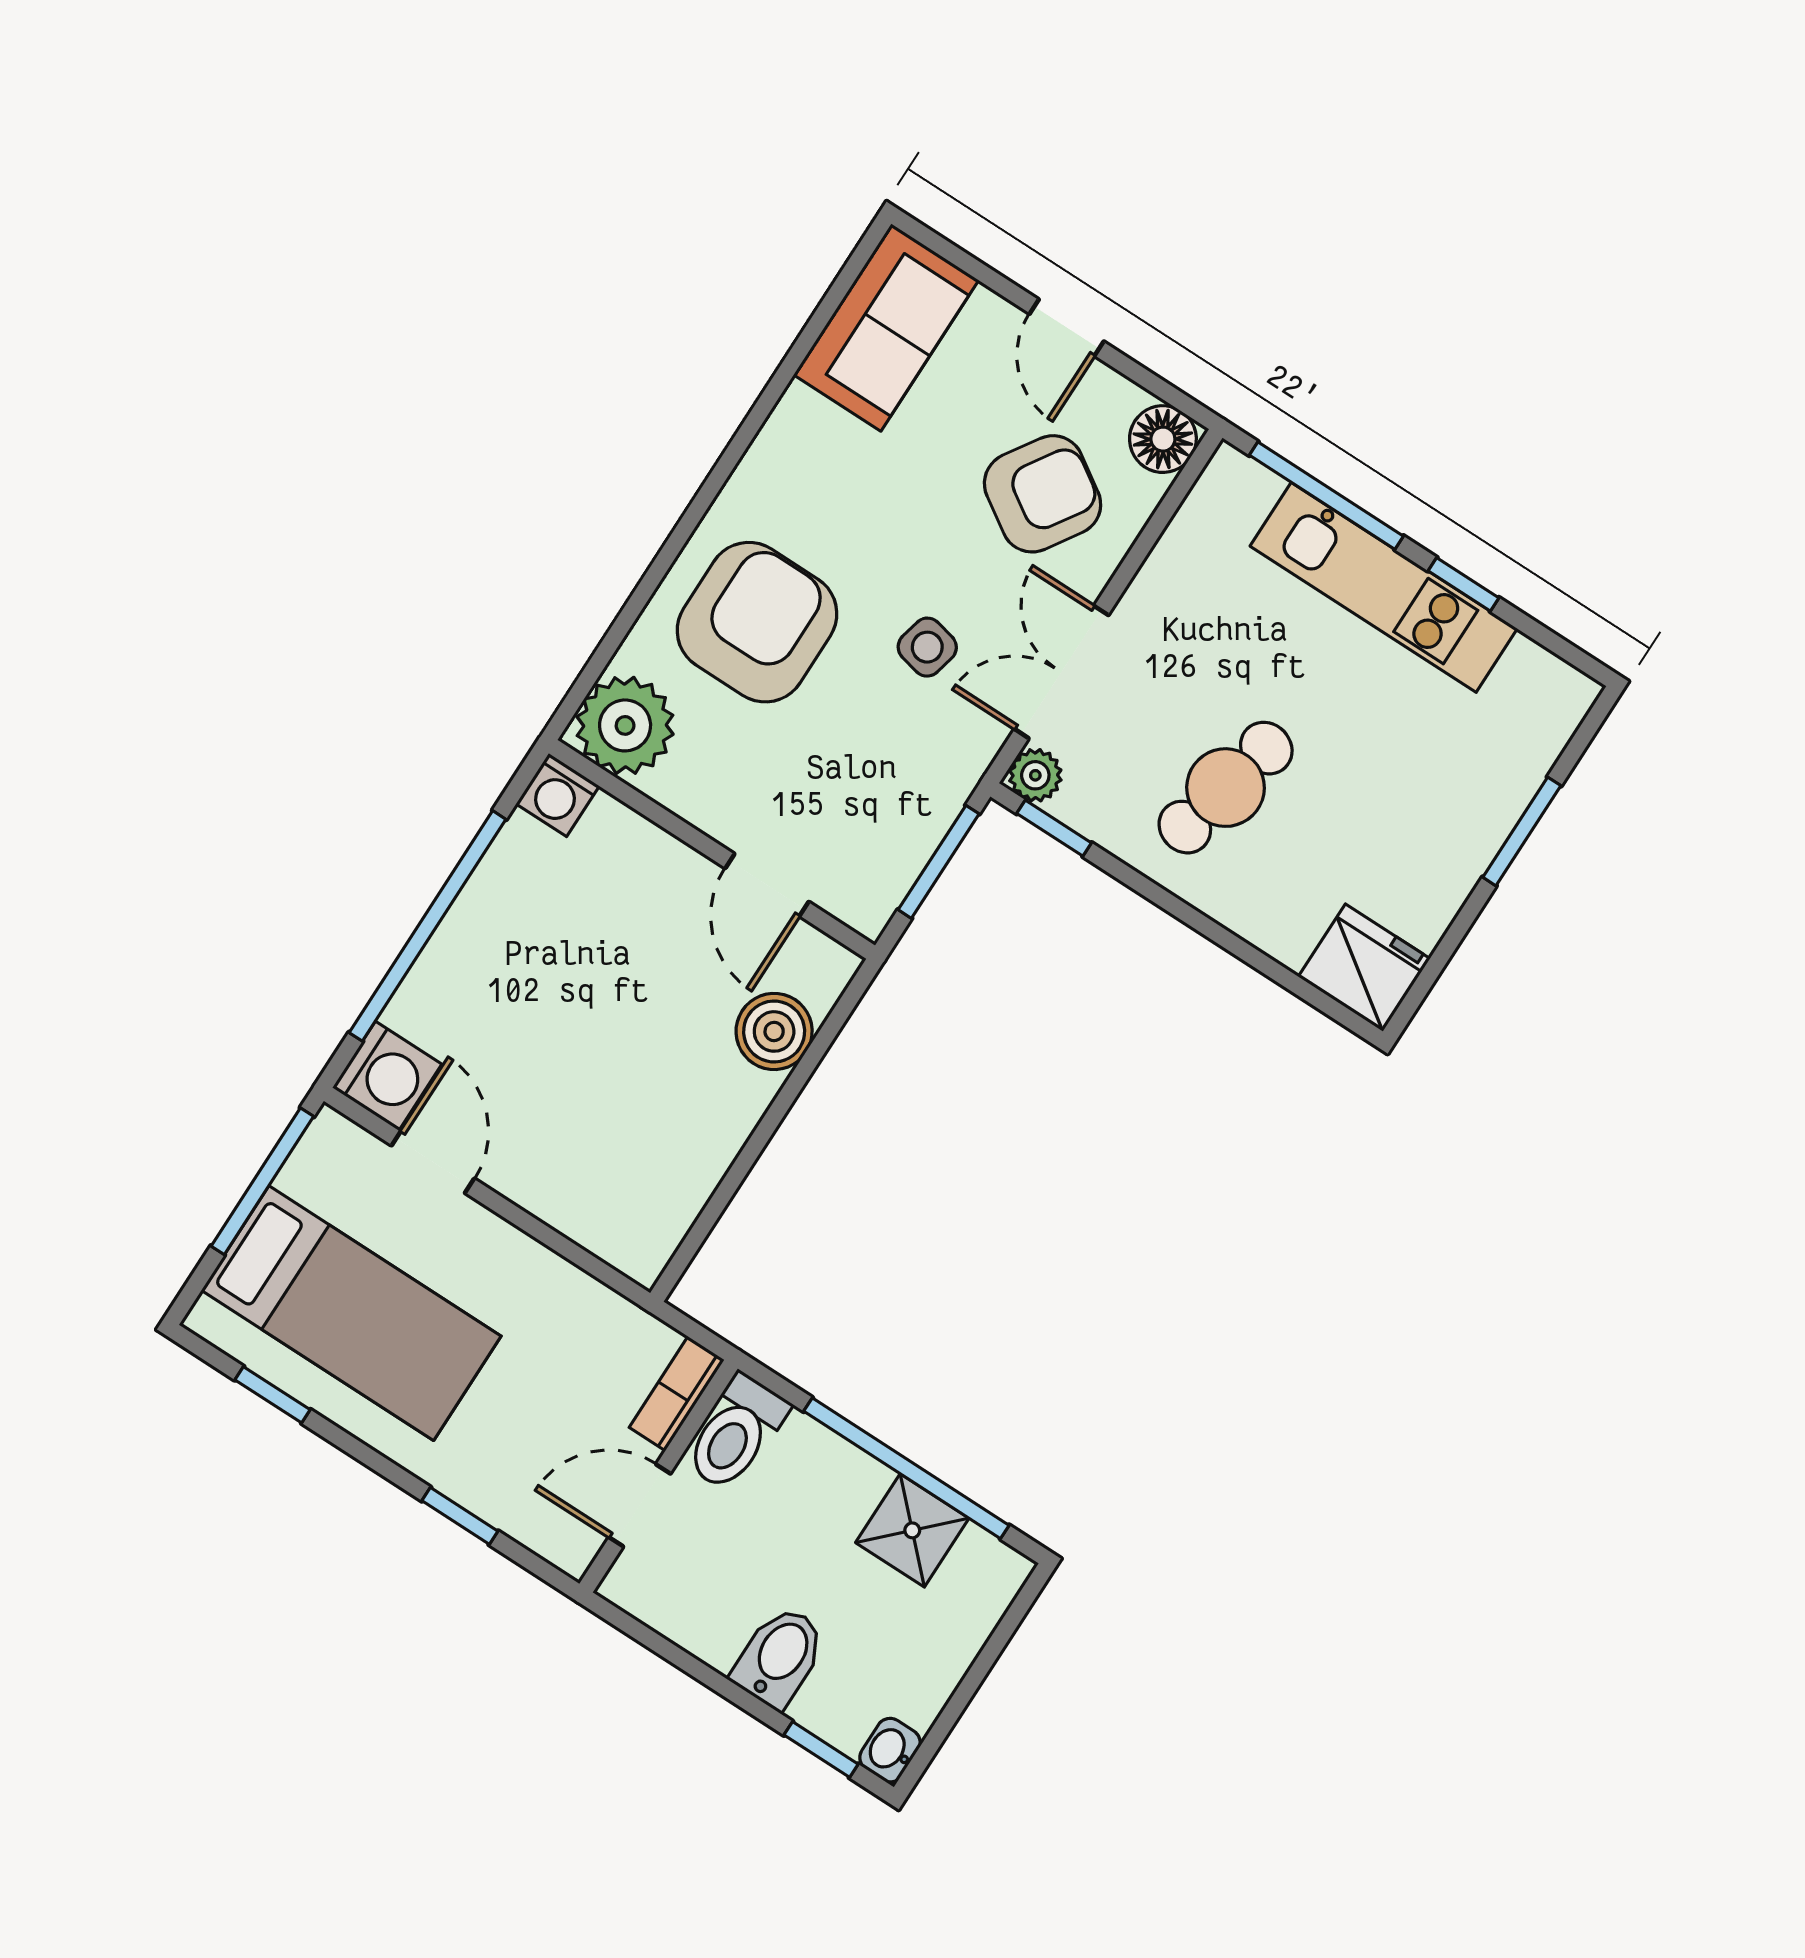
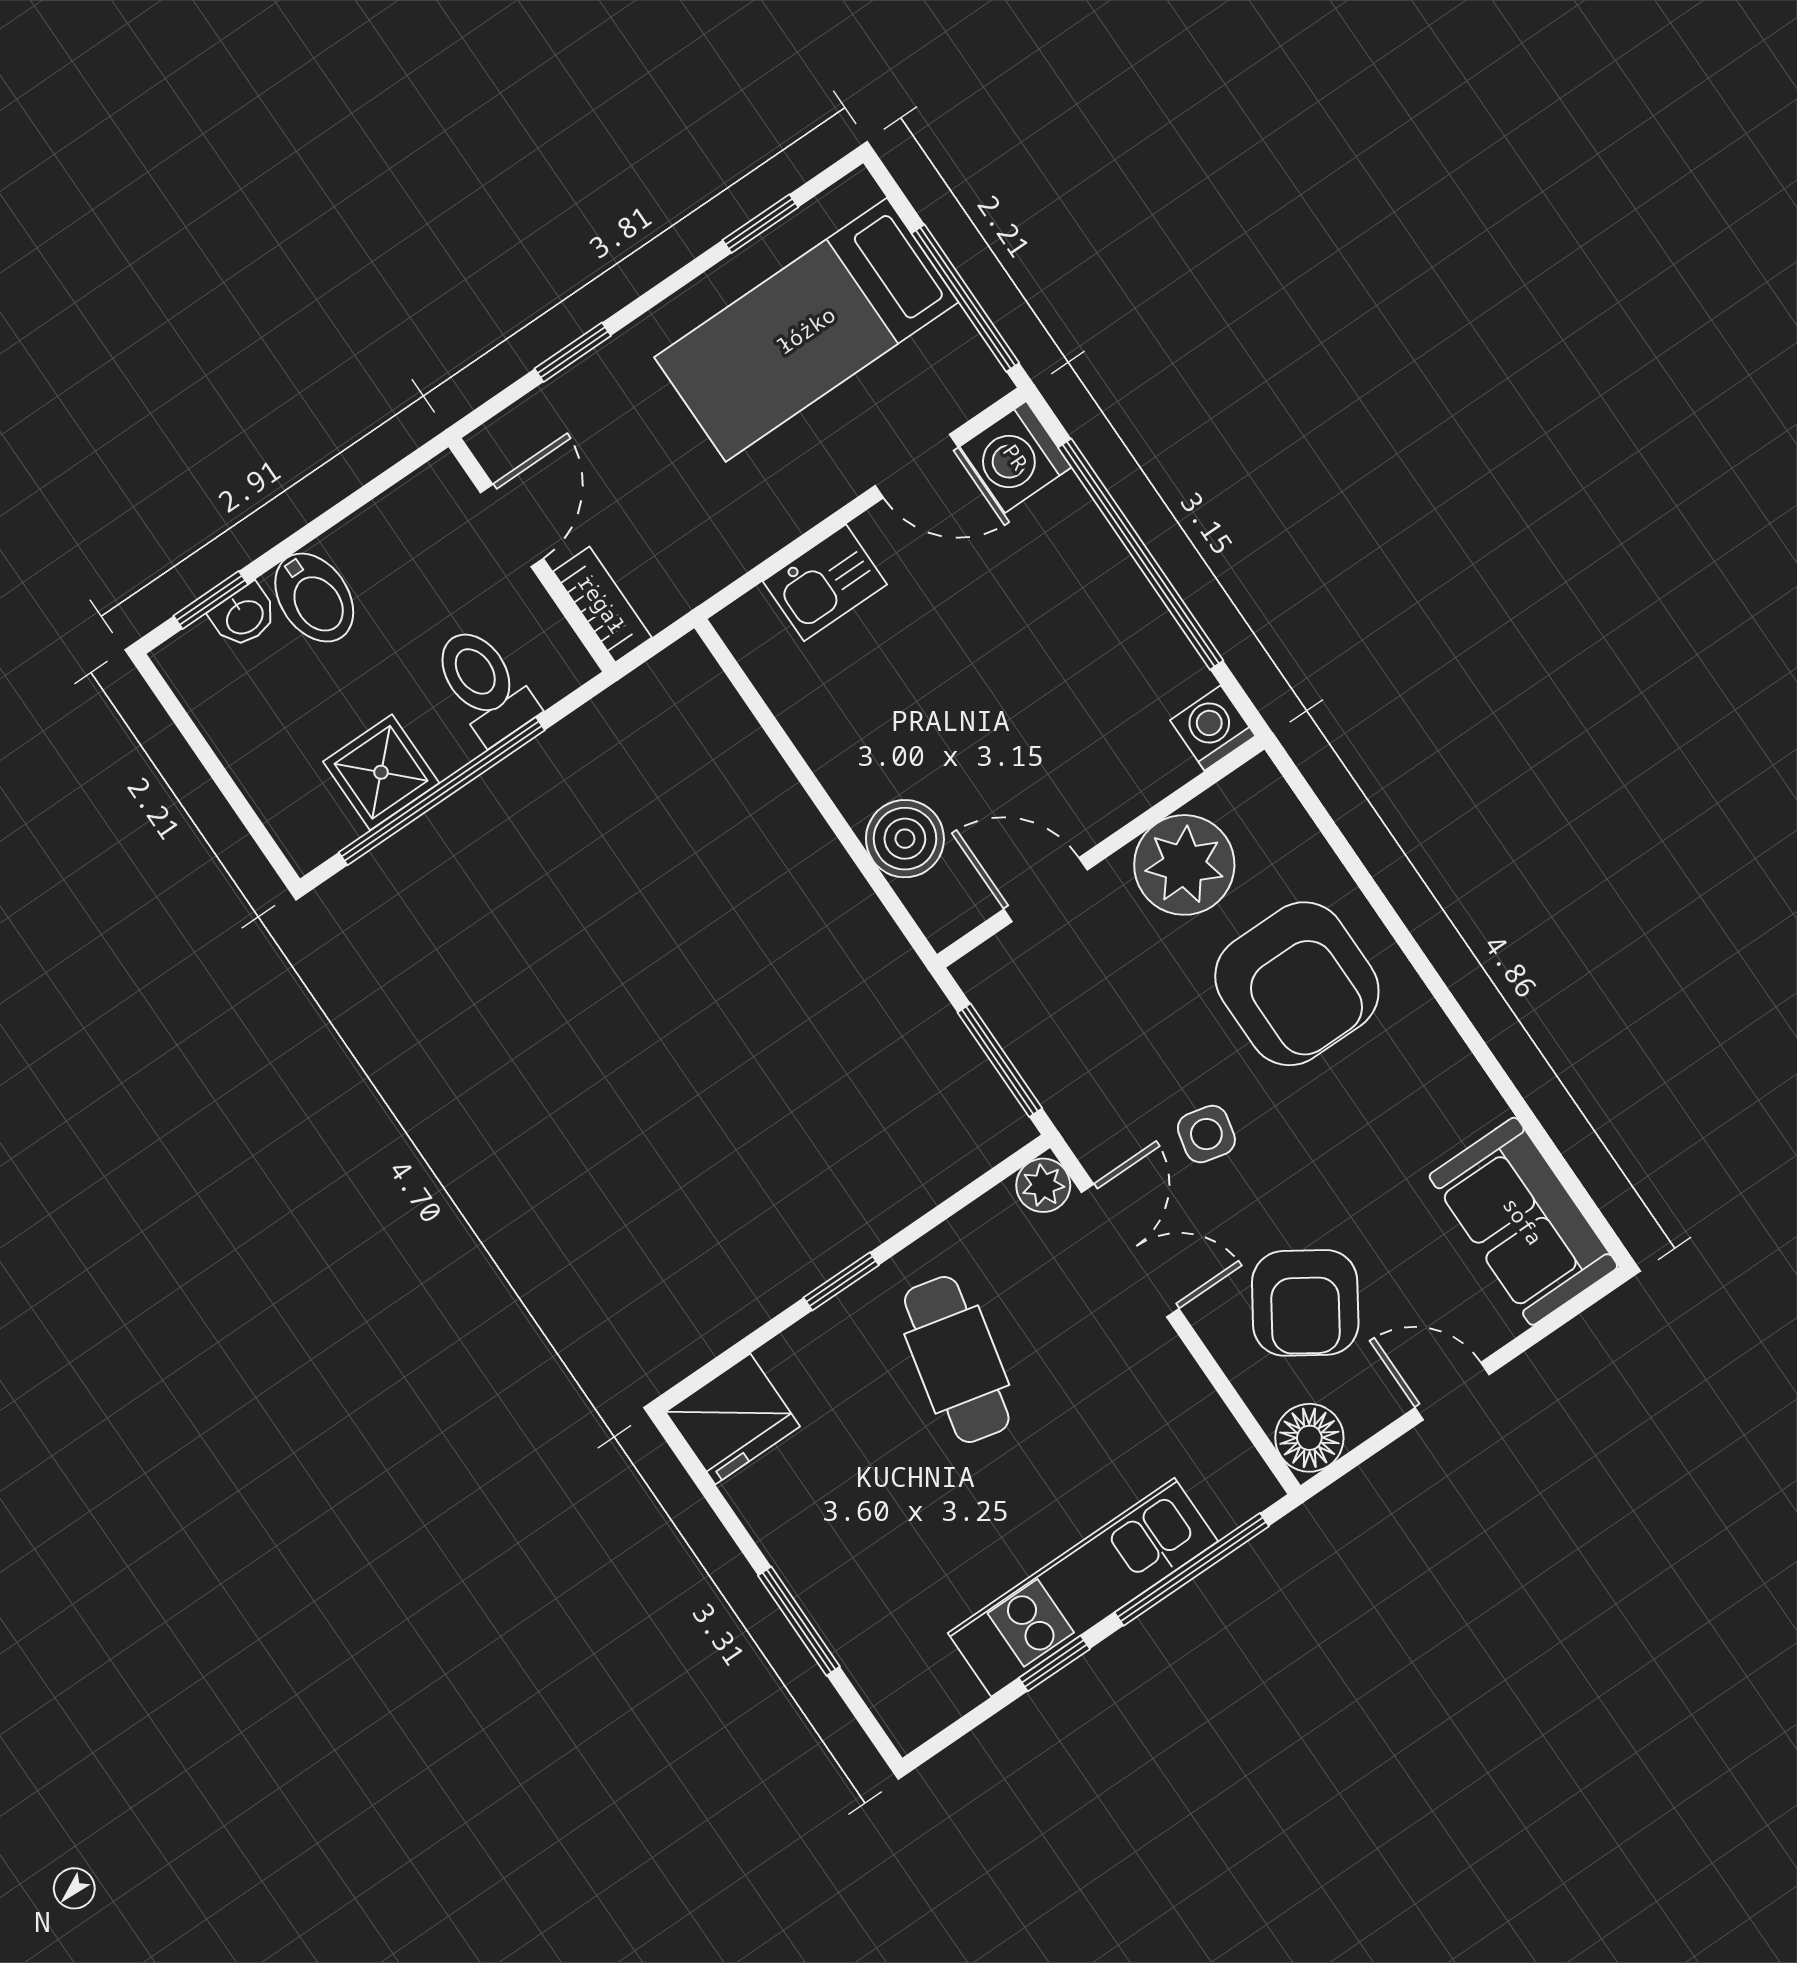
plant: (625, 725) -> (1184, 865), moved
window: (1054, 828) -> (841, 1281), moved
kitchen sink: (573, 1201) -> (825, 583), added
toilet: (736, 1433) -> (484, 684), moved
washbasin: (890, 1750) -> (244, 616), moved, turned 90

